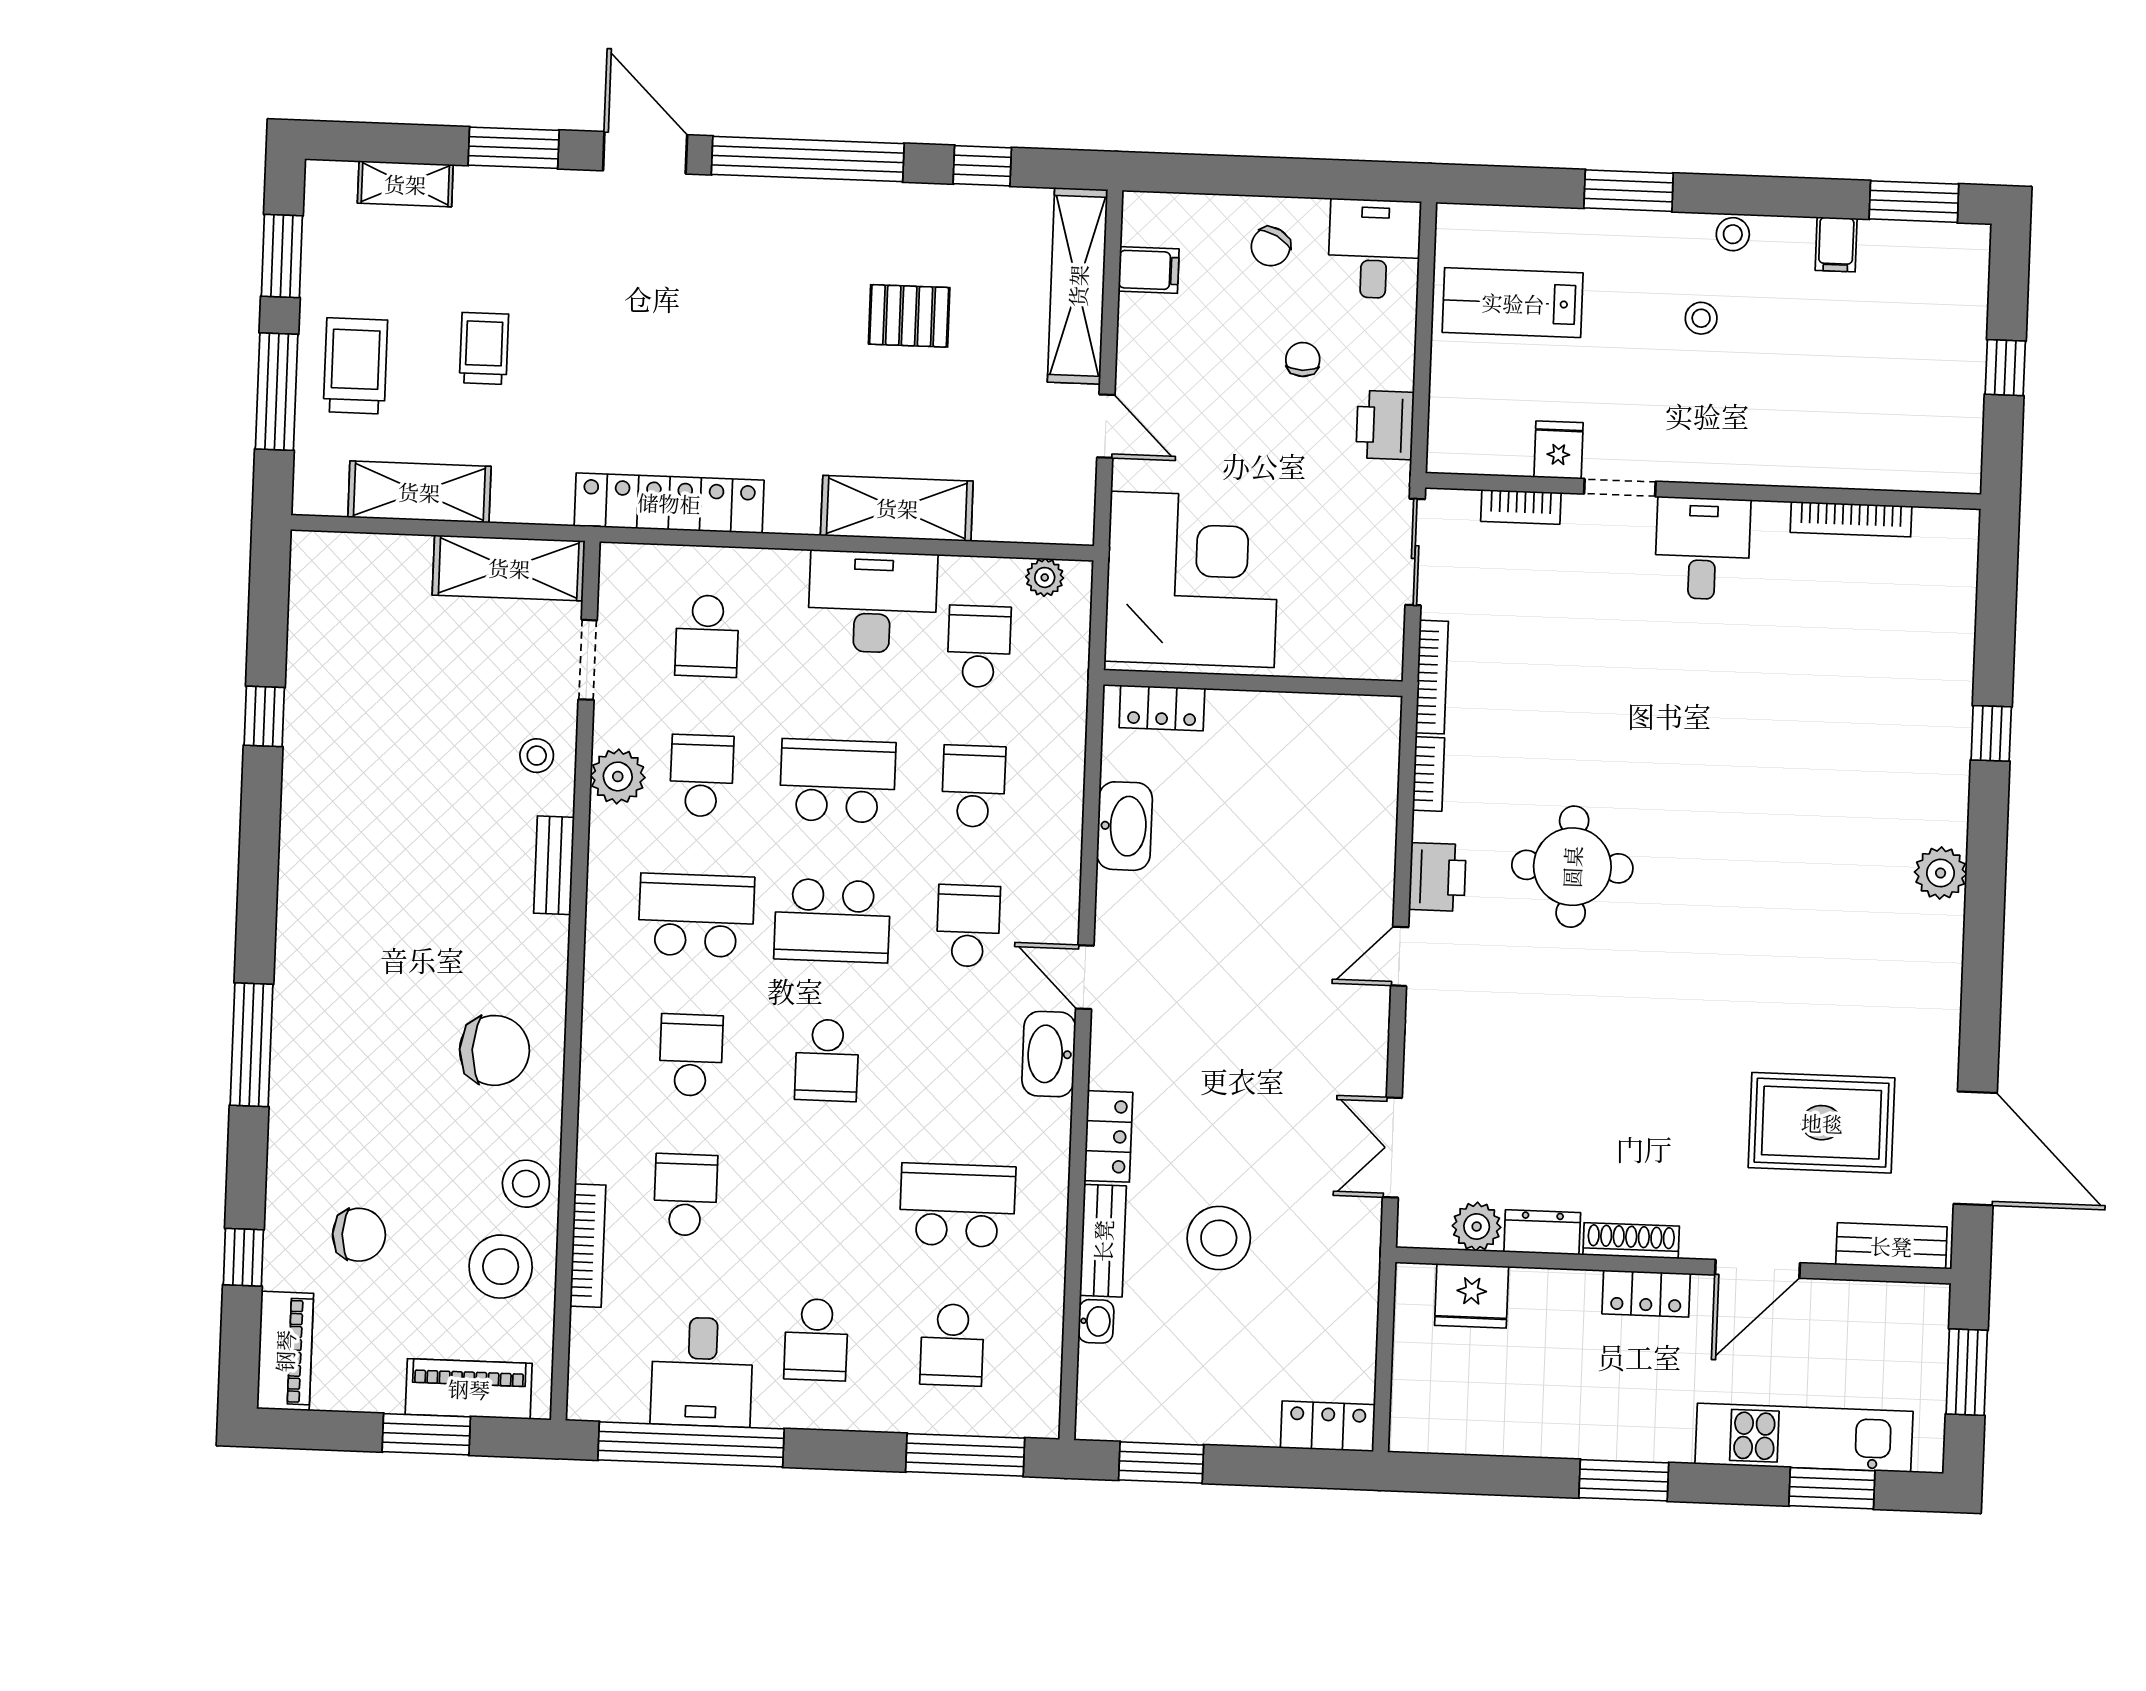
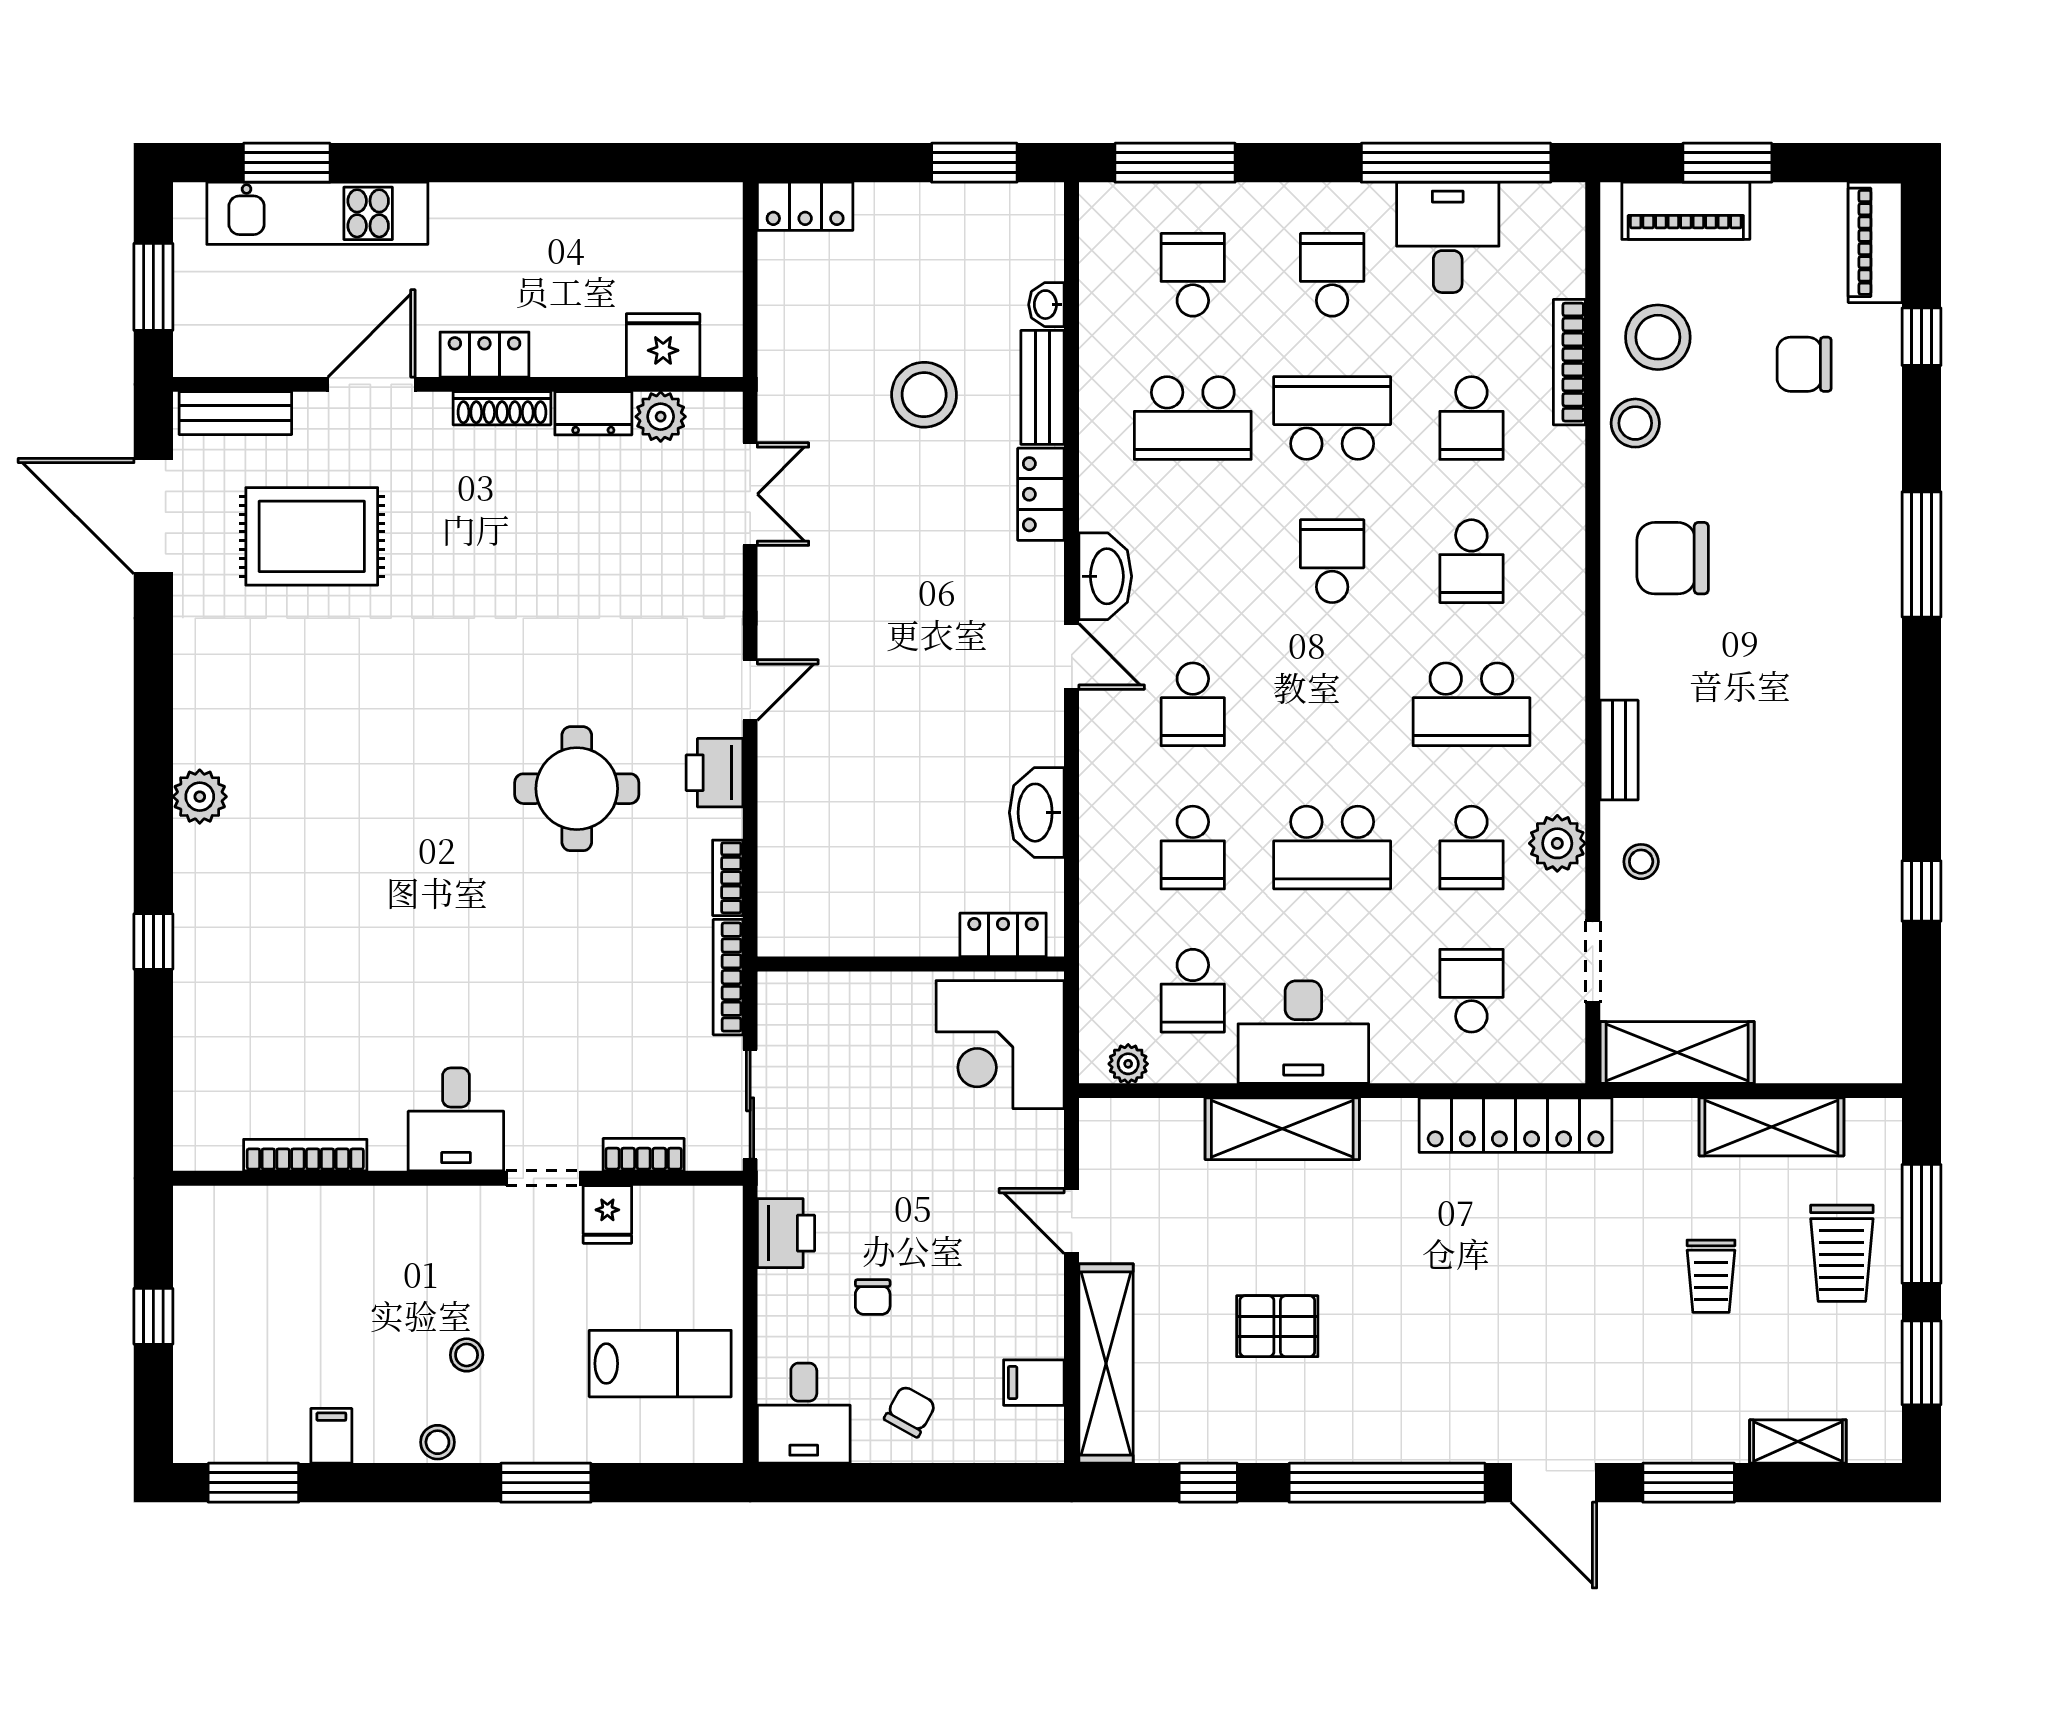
corner desk: (1192, 579) -> (1000, 1045), width x0.74, depth x0.74
school desk: (832, 921) -> (1332, 418), moved
window: (1624, 1480) -> (500, 163), removed

